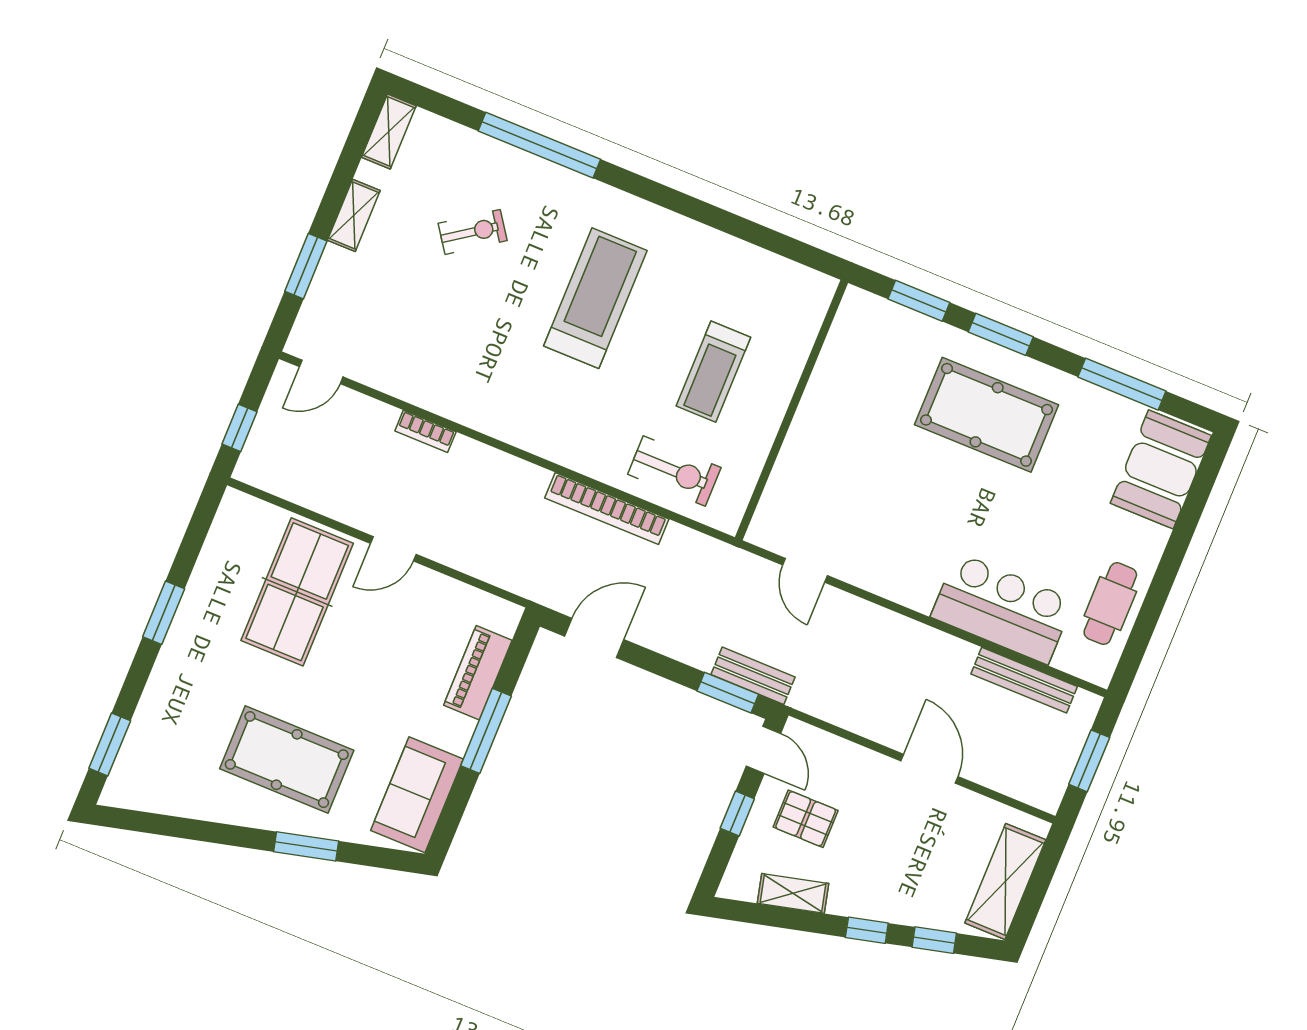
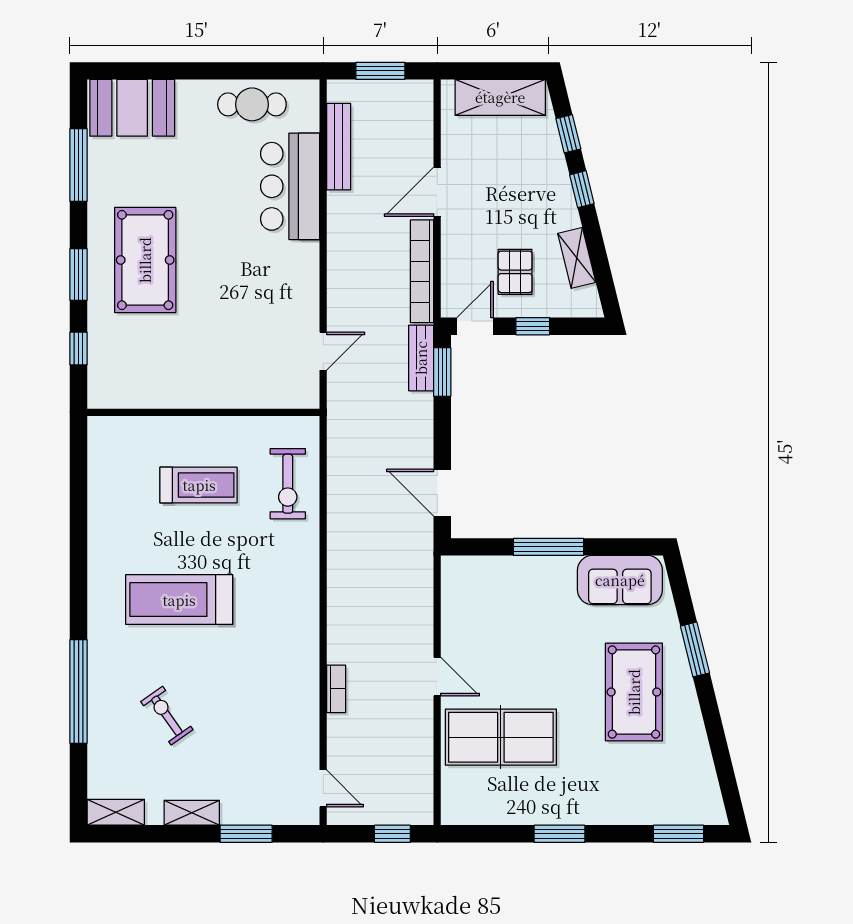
window: (919, 301) -> (79, 349), width x0.67
exercise bike: (674, 471) -> (288, 484), turned 180
bookcase: (607, 509) -> (422, 271), moved, turned 180
piano: (478, 673) -> (506, 572), removed

